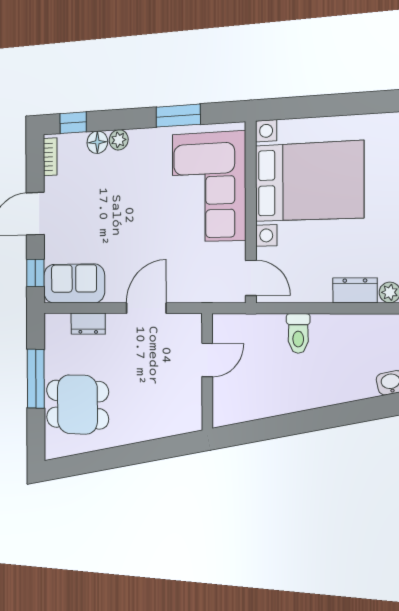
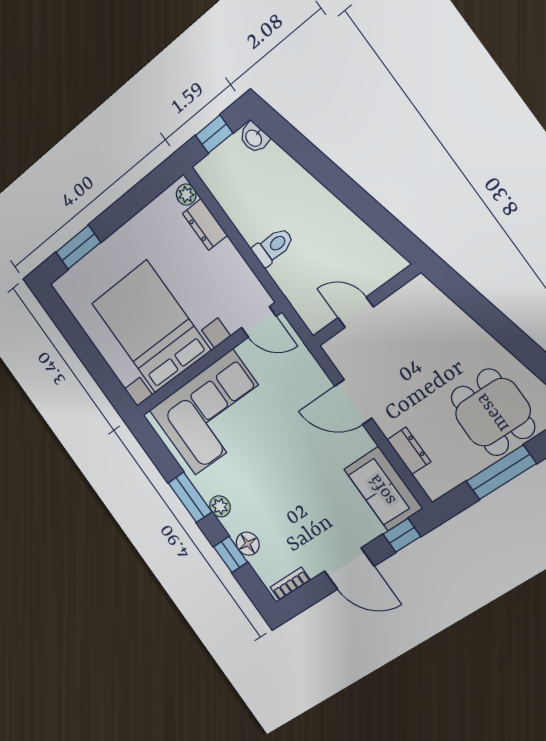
window: (178, 116) -> (190, 497), moved
window: (73, 123) -> (231, 554), moved
plant: (119, 140) -> (220, 506), moved
door: (251, 278) -> (259, 322), swing flipped

